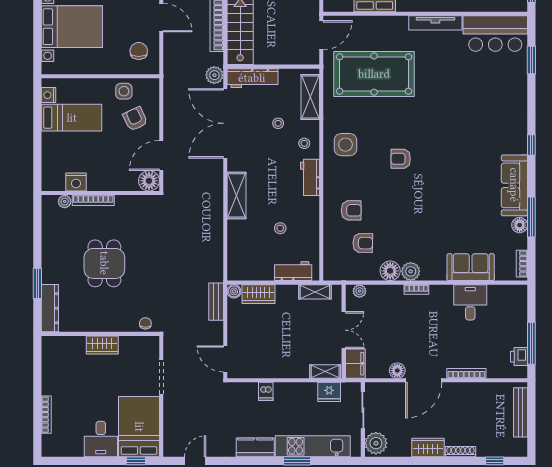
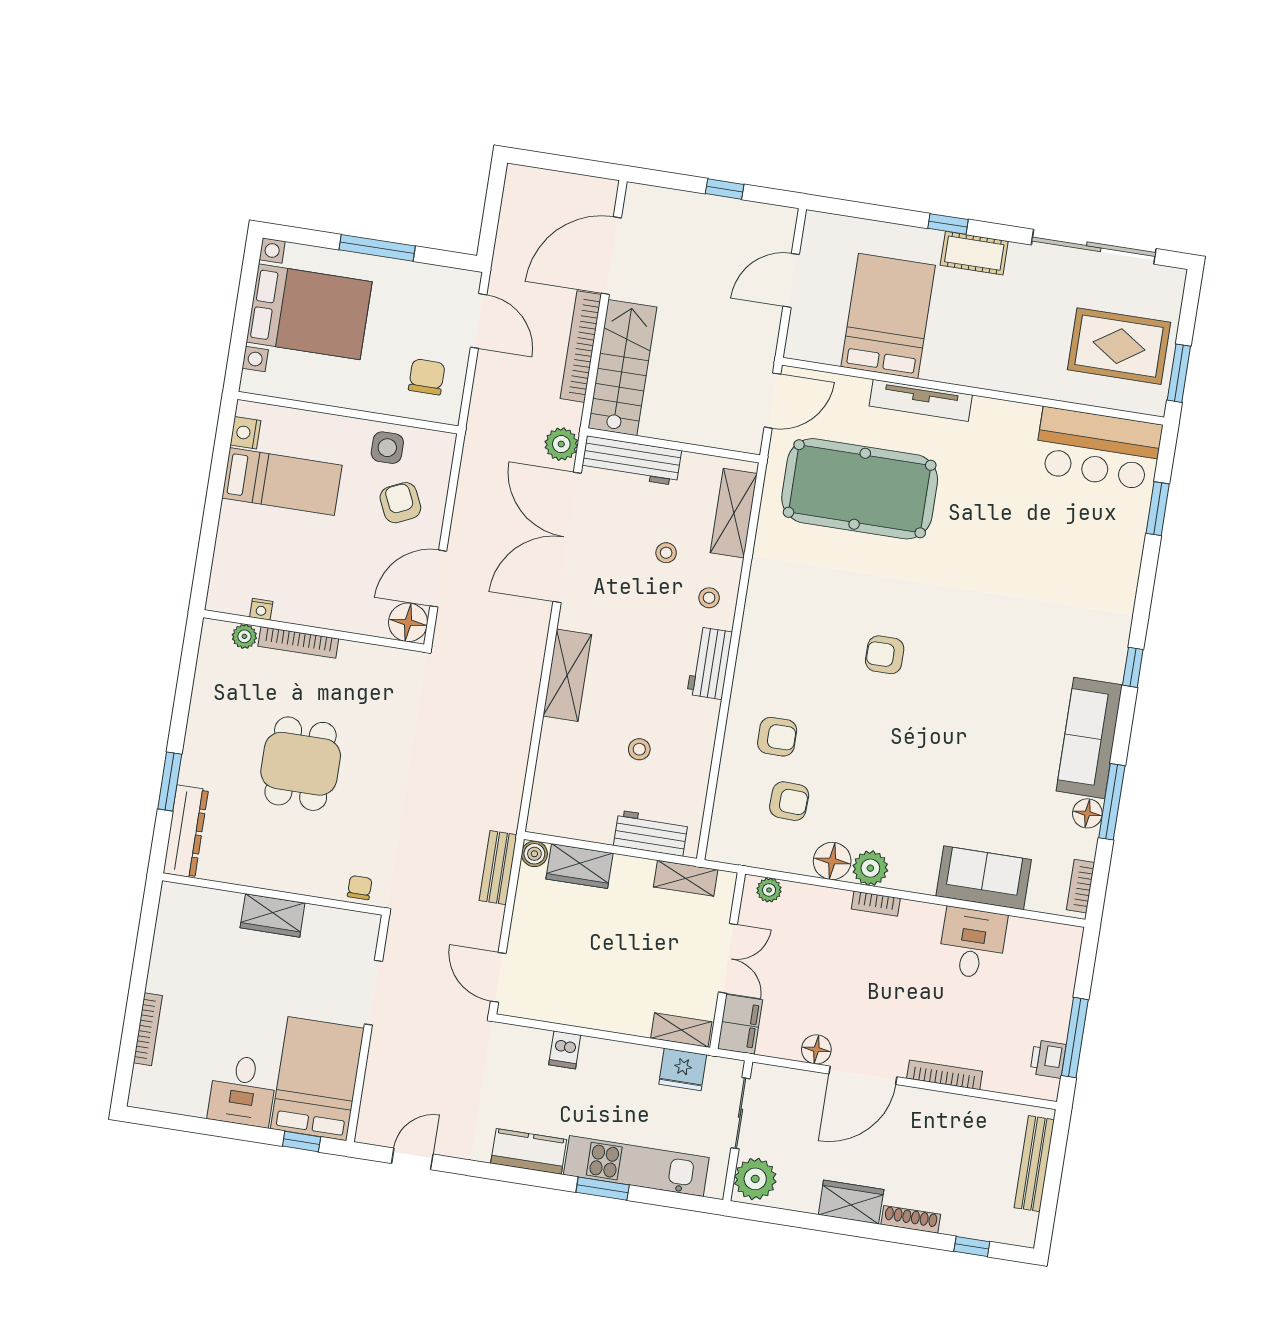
tv unit: (435, 23) -> (921, 400), moved
side table: (346, 145) -> (786, 612), removed
nightstand: (76, 182) -> (261, 609), width x0.53, depth x0.56

